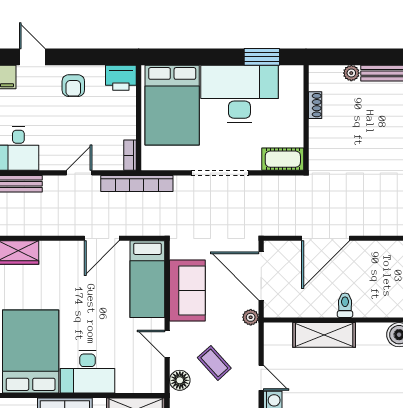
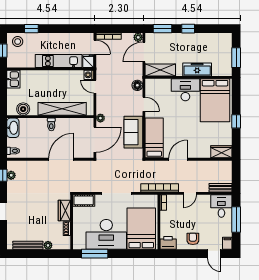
window: (262, 57) -> (95, 254), width x1.44
wardrobe: (320, 140) -> (64, 210), added
door: (261, 276) -> (95, 140), hinge flipped
shelving: (324, 335) -> (62, 109), width x1.47
coffee table: (214, 363) -> (119, 94), removed

